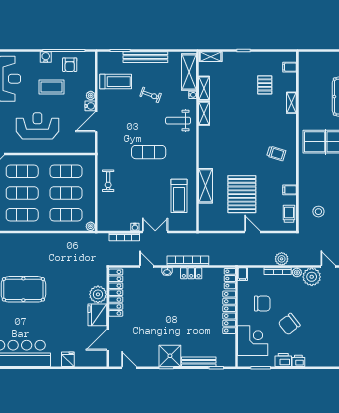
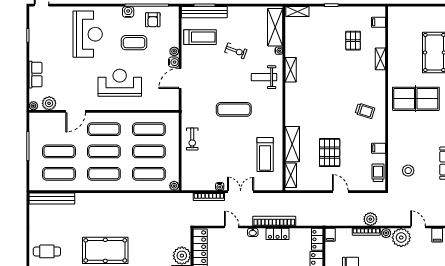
bench: (145, 57) -> (204, 12), moved
shelving: (204, 88) -> (291, 175), moved
pallet: (242, 194) -> (330, 153), width x0.73, depth x0.71

